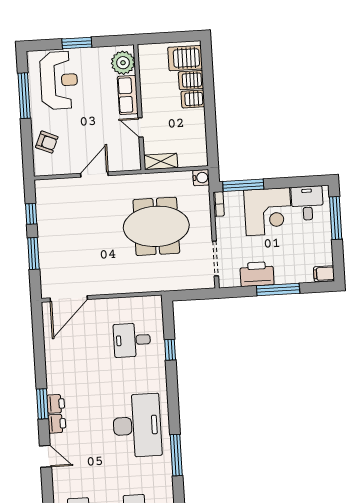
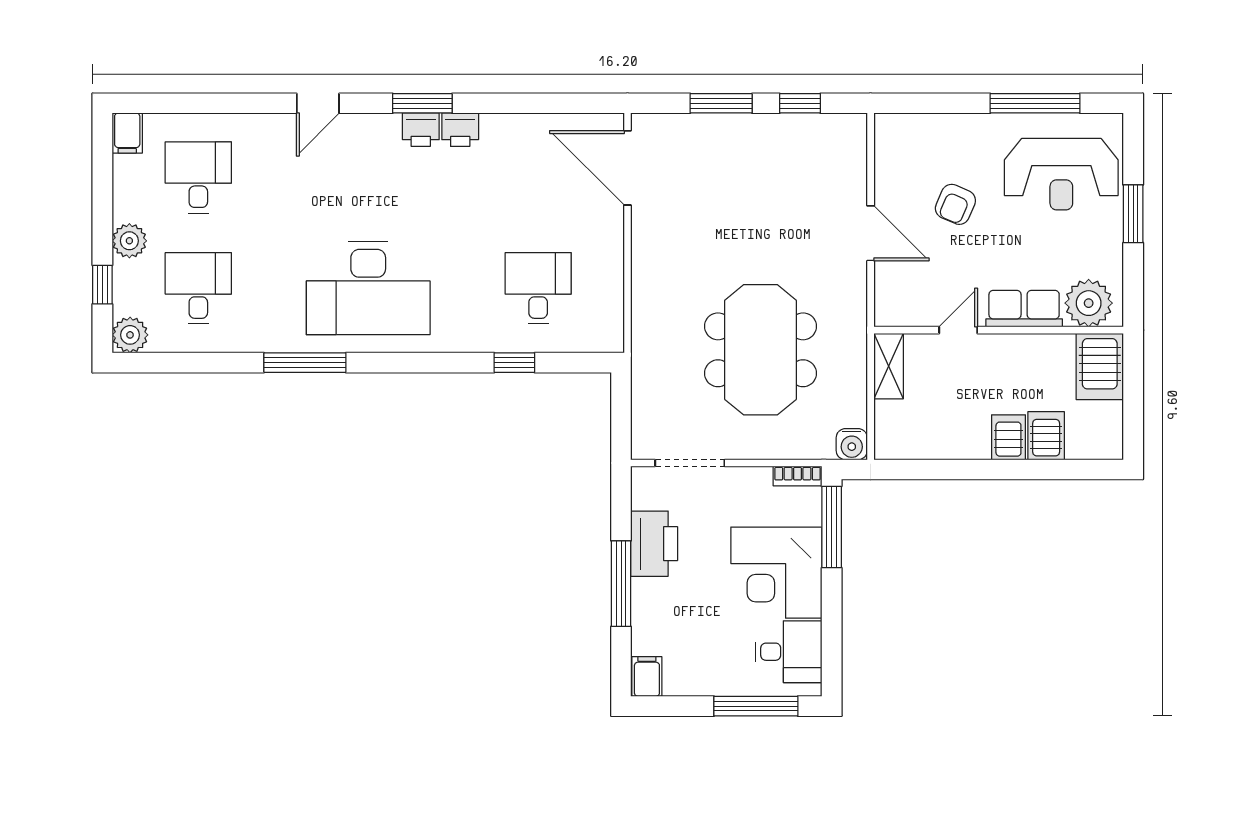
server rack: (185, 58) -> (1100, 366), moved, turned 180
armchair: (47, 142) -> (955, 204), moved
printer: (57, 424) -> (460, 130), moved

